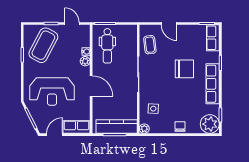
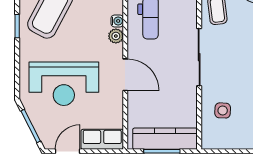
plant: (144, 129) -> (209, 142), removed

